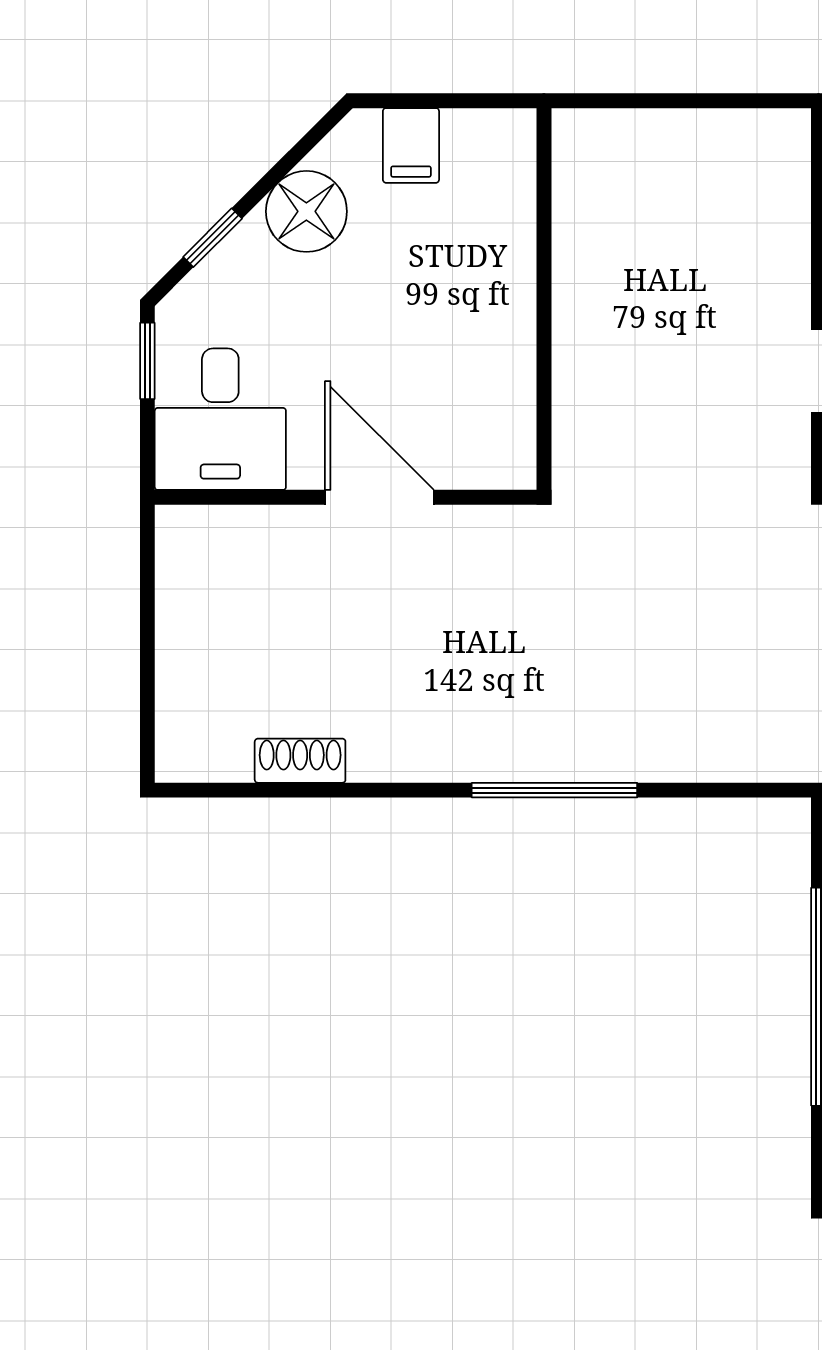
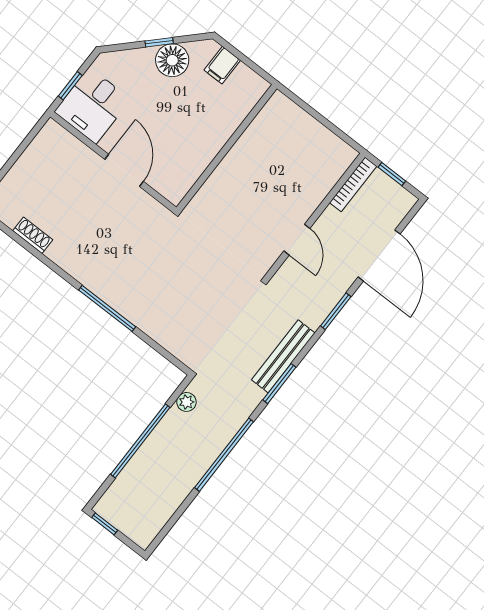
window: (213, 238) -> (159, 42), moved
window: (147, 361) -> (70, 86), moved

